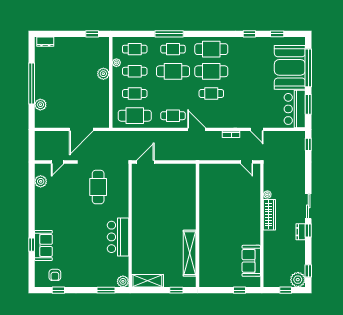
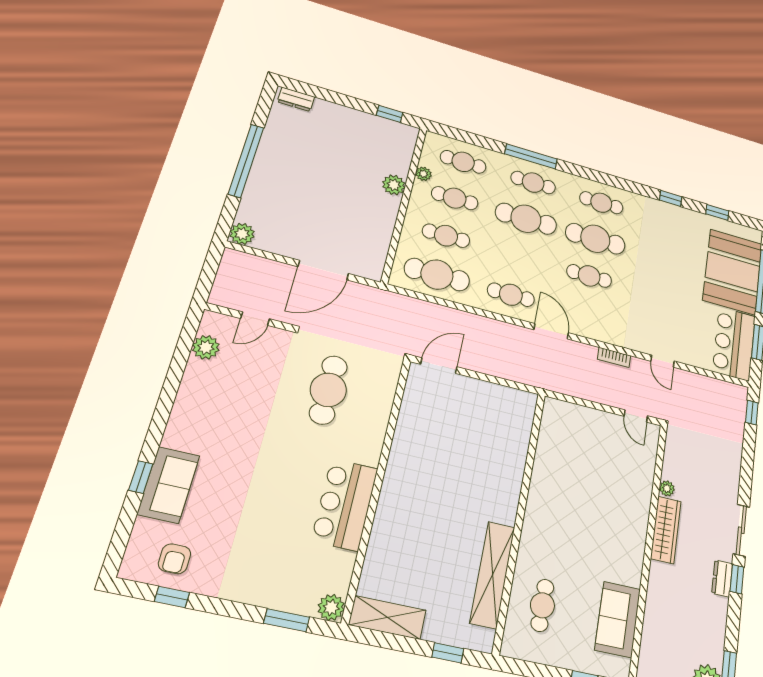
cafe table: (211, 49) -> (601, 203), width x0.73, depth x0.74
plant: (40, 105) -> (242, 234), moved
cafe table: (215, 262) -> (542, 605), added

